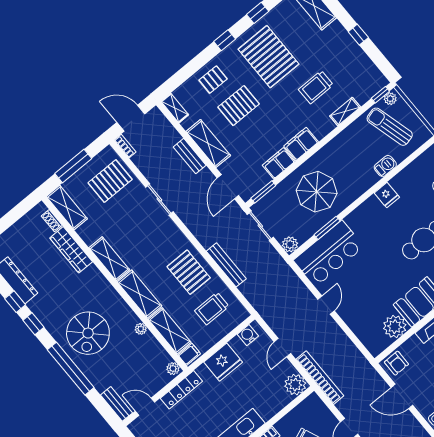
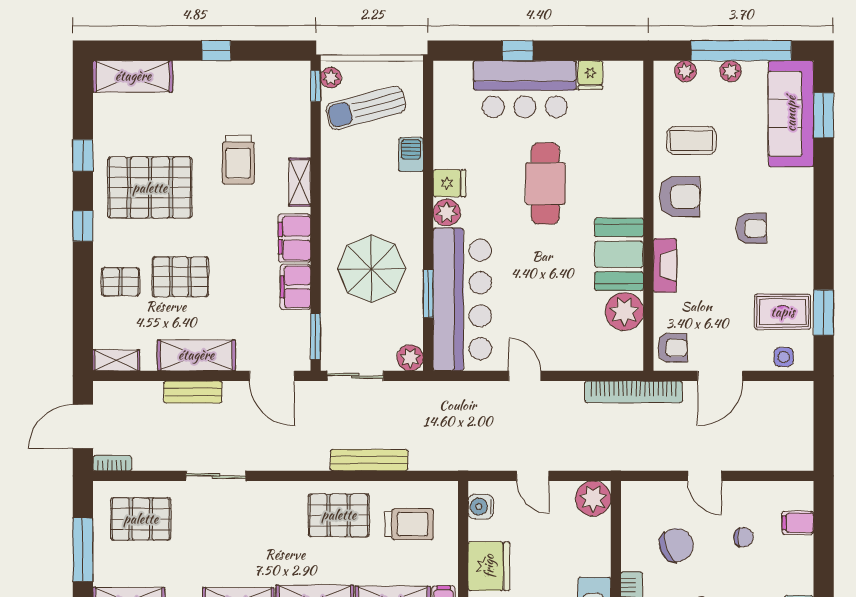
pallet: (213, 80) -> (120, 282), turned 90
pallet: (239, 106) -> (180, 277), turned 90
shelving: (345, 111) -> (300, 182), moved
pallet: (110, 181) -> (141, 519), turned 90
plant: (372, 205) -> (447, 212), added
bar counter: (329, 254) -> (462, 299), width x1.36
trolley: (212, 308) -> (409, 524), turned -90
bookcase: (320, 378) -> (634, 392), moved, turned 180

